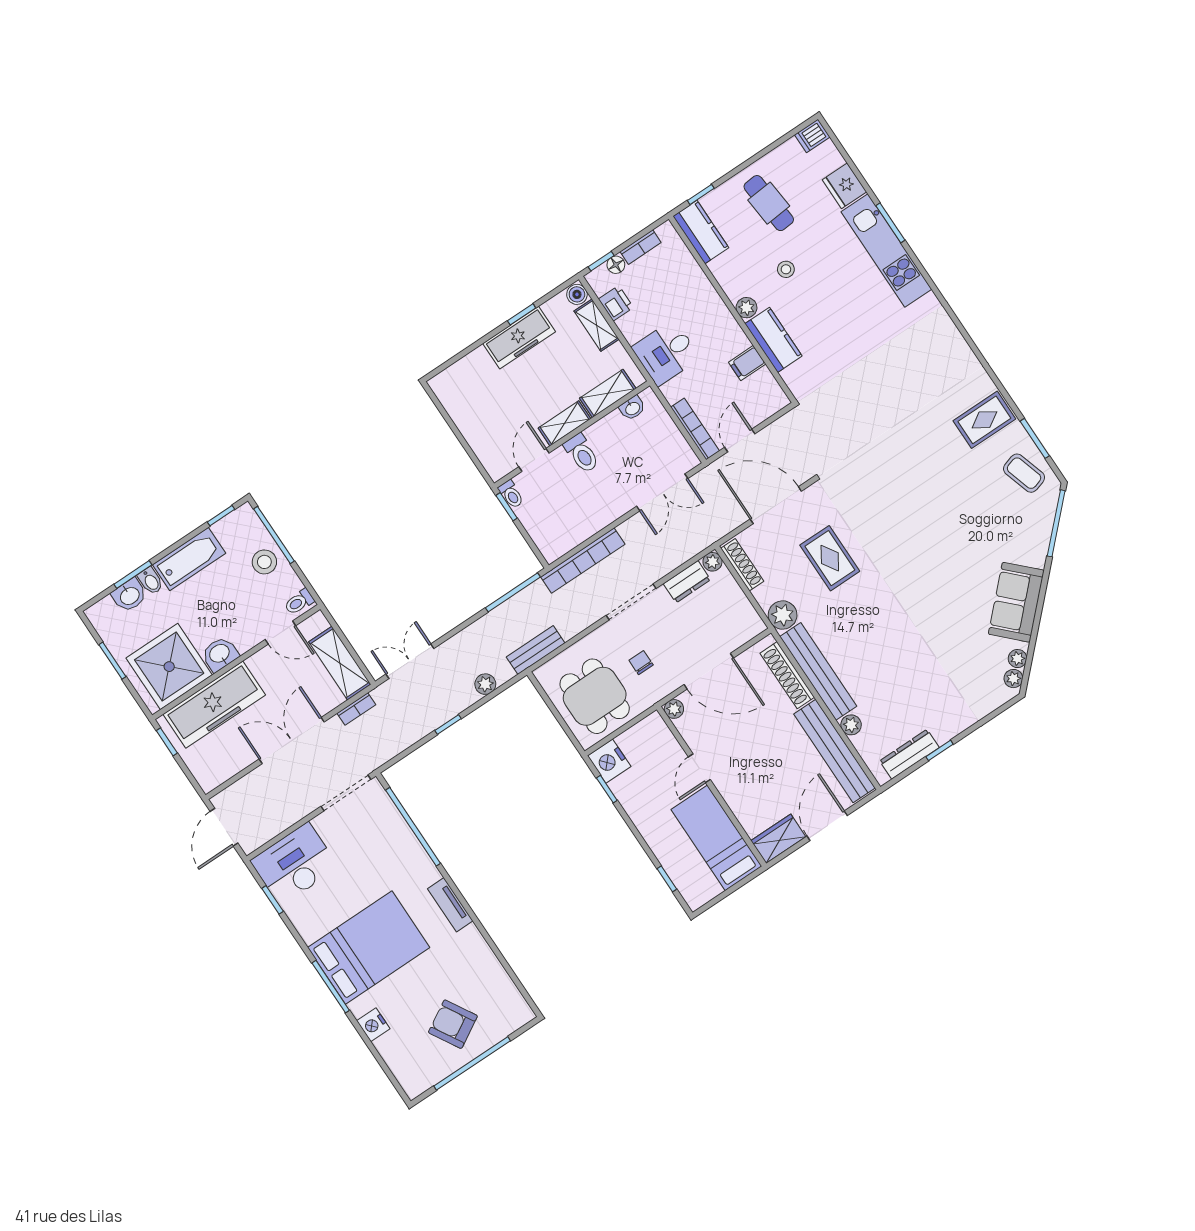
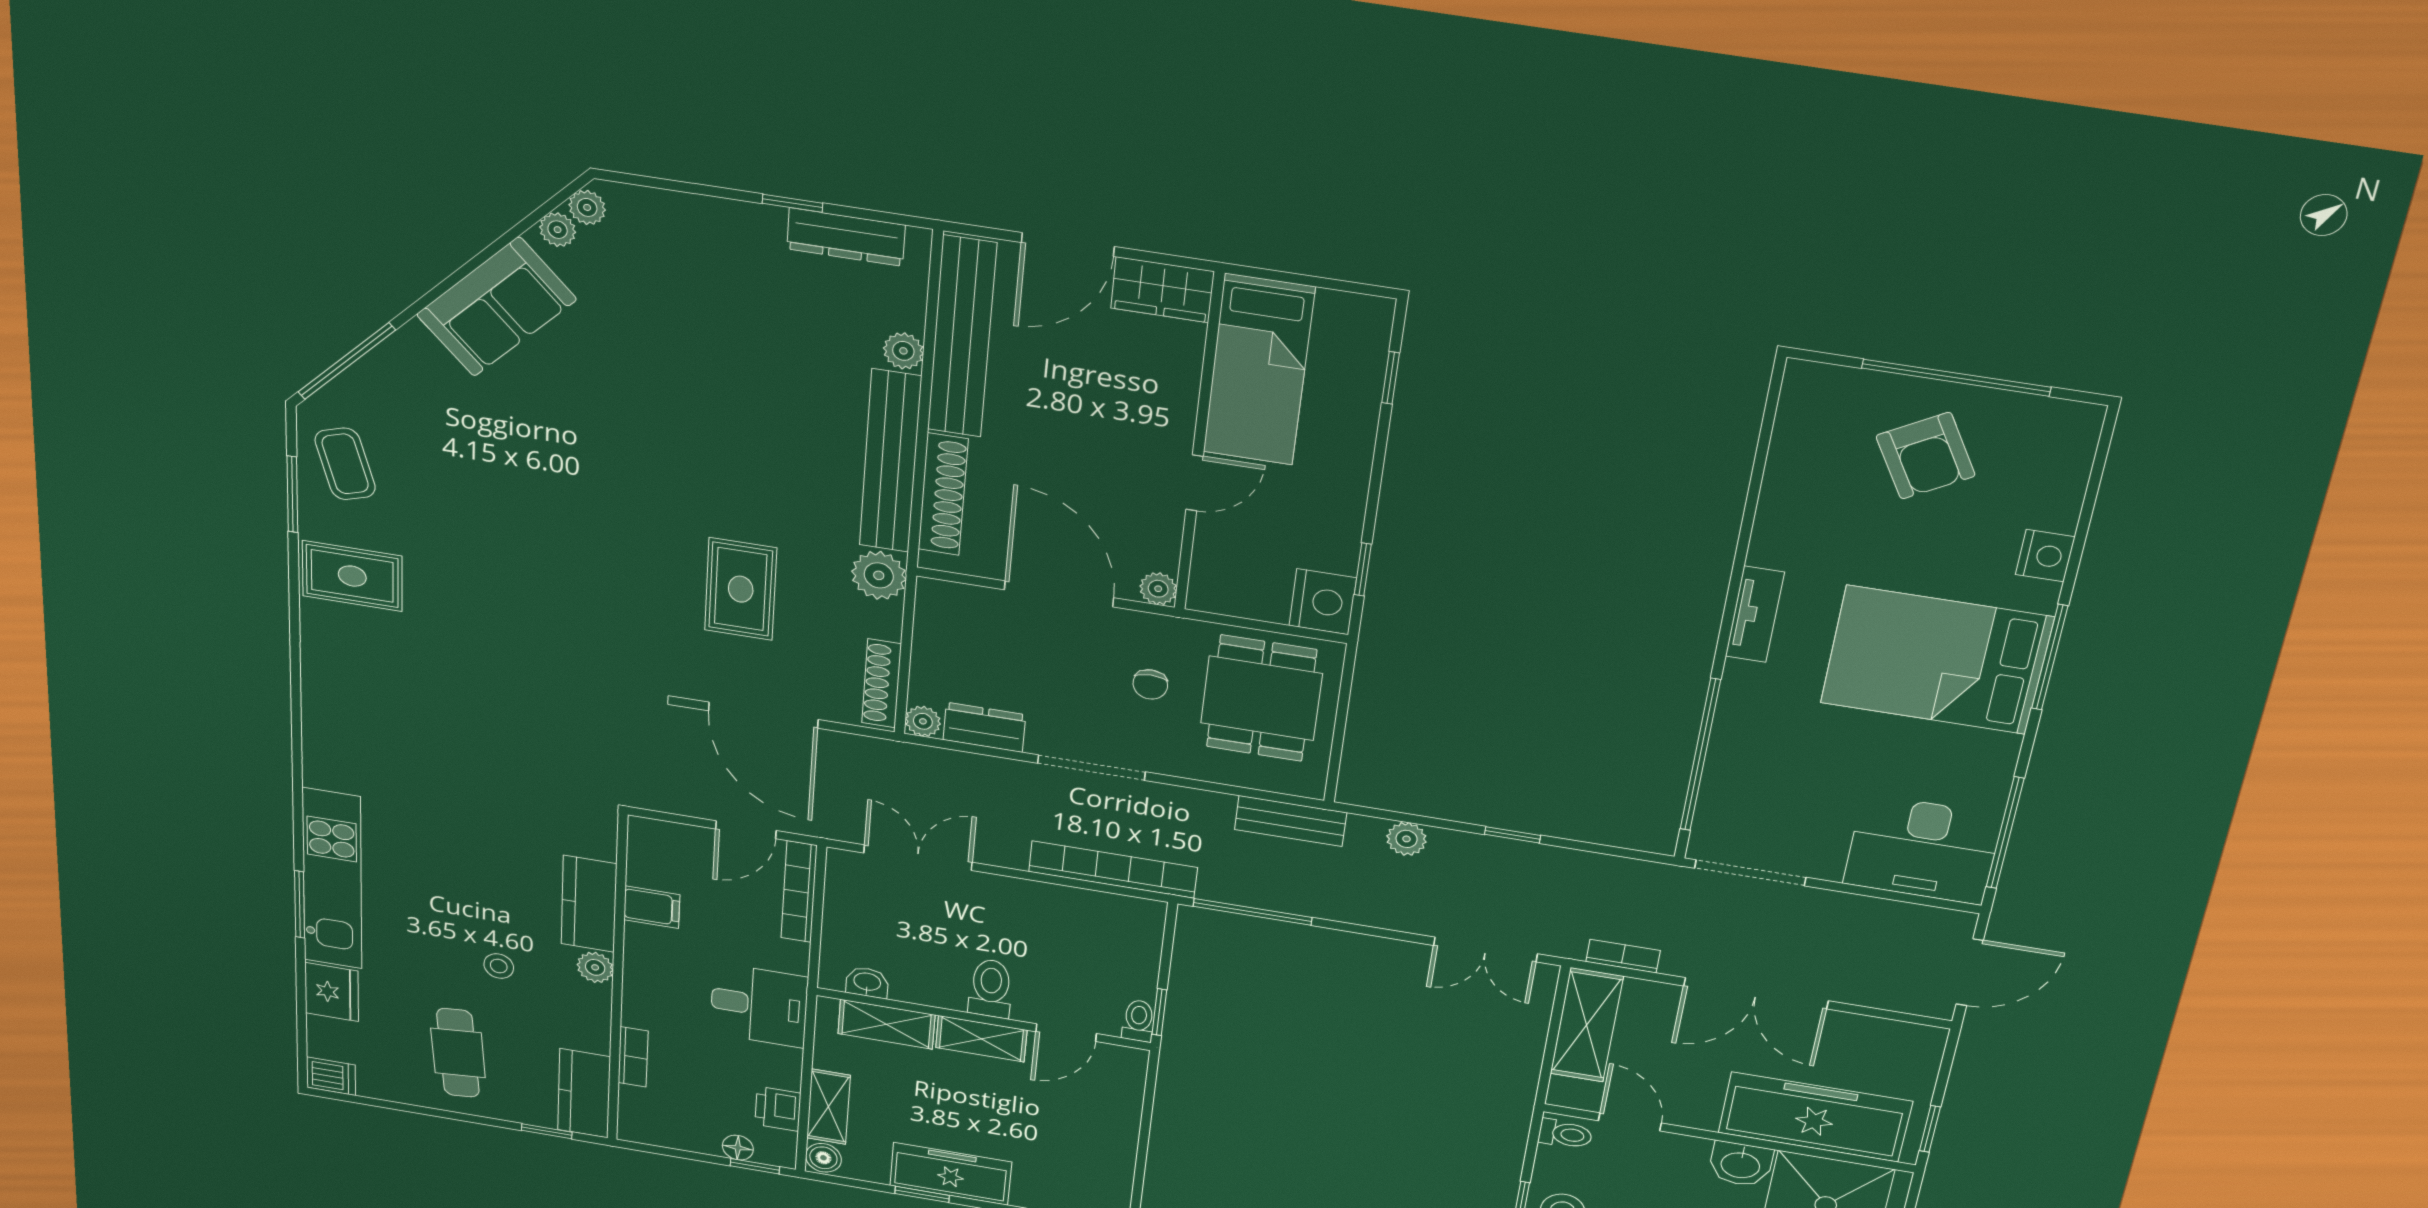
bookcase: (641, 247) -> (633, 1057), moved, turned 90
window: (273, 900) -> (2005, 833), width x2.17

